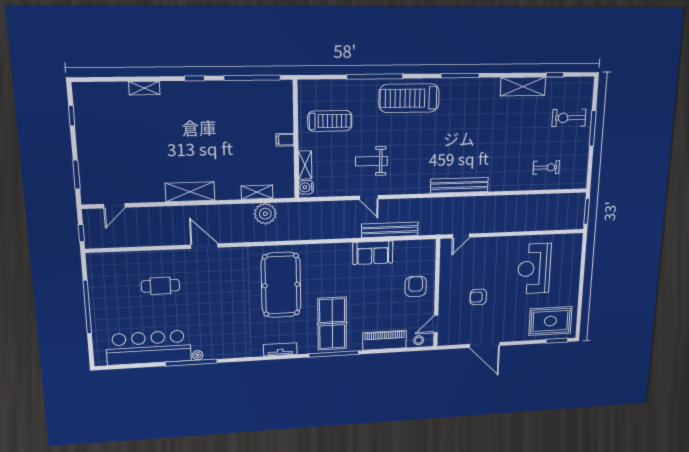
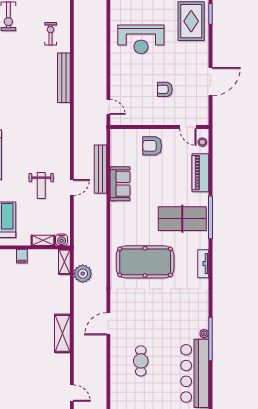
bench: (459, 185) -> (64, 78), moved
shelving: (257, 192) -> (64, 262), moved
armchair: (478, 297) -> (165, 89), turned 90

